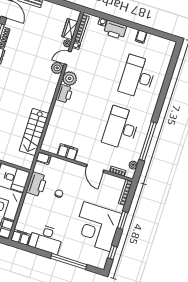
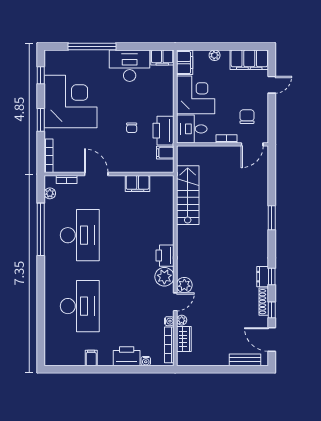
filing cabinet: (44, 158) -> (165, 153), moved

